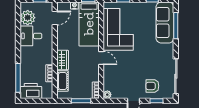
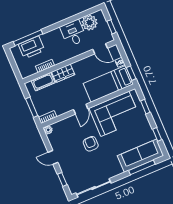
armchair: (152, 86) -> (91, 144), moved
printer: (31, 91) -> (32, 47), moved, turned 90

